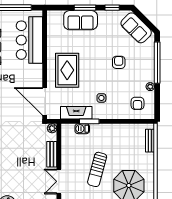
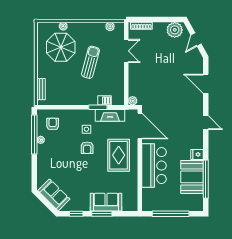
bar counter: (29, 40) -> (154, 166), moved
armchair: (119, 62) -> (87, 148), moved
window: (157, 63) -> (34, 134), moved
bench: (52, 154) -> (133, 77), removed

